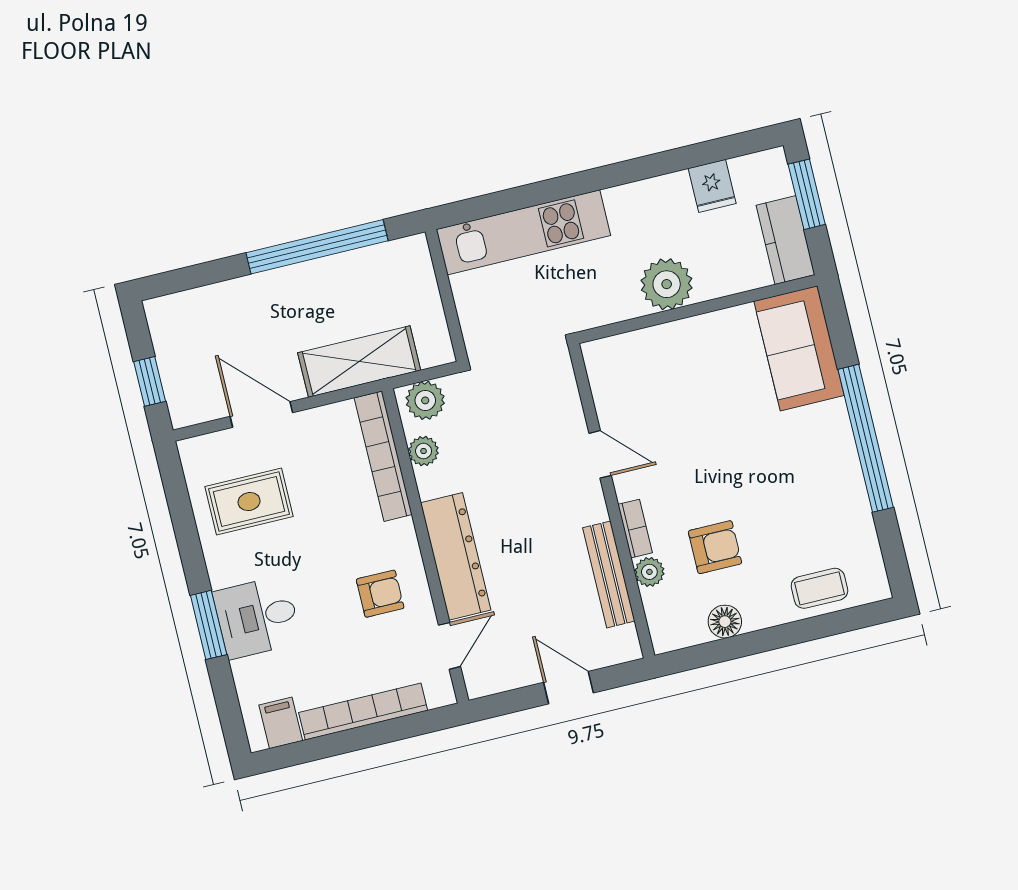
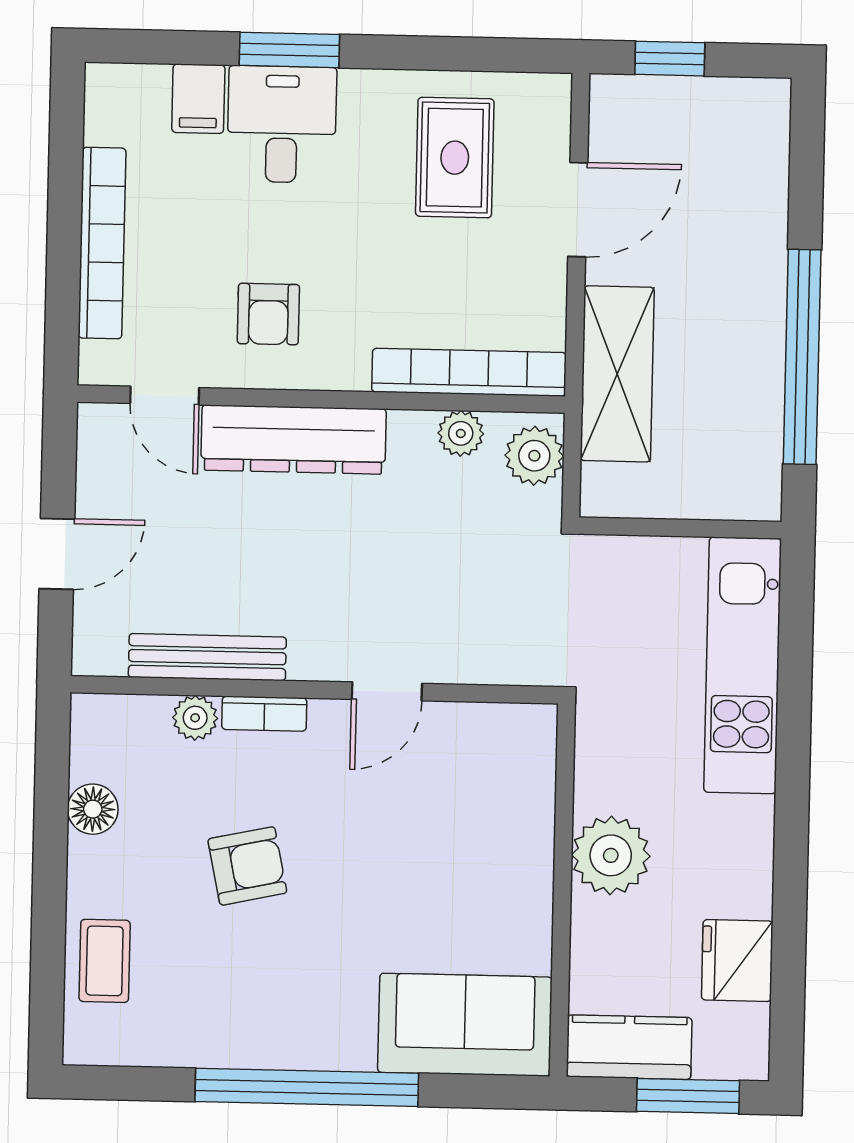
fridge: (712, 186) -> (737, 961), width x1.38
armchair: (715, 547) -> (247, 866), moved, turned -102
filing cabinet: (281, 723) -> (198, 99), moved, turned 90

